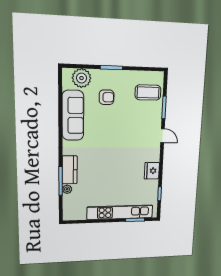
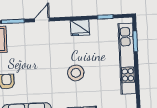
stool: (110, 165) -> (76, 73), added

